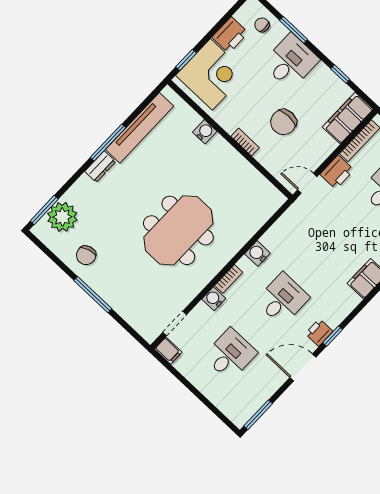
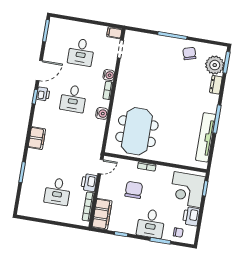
water cooler: (205, 132) -> (171, 158), removed
dresser: (100, 167) -> (216, 85), moved
meeting table: (178, 230) -> (137, 131), moved

